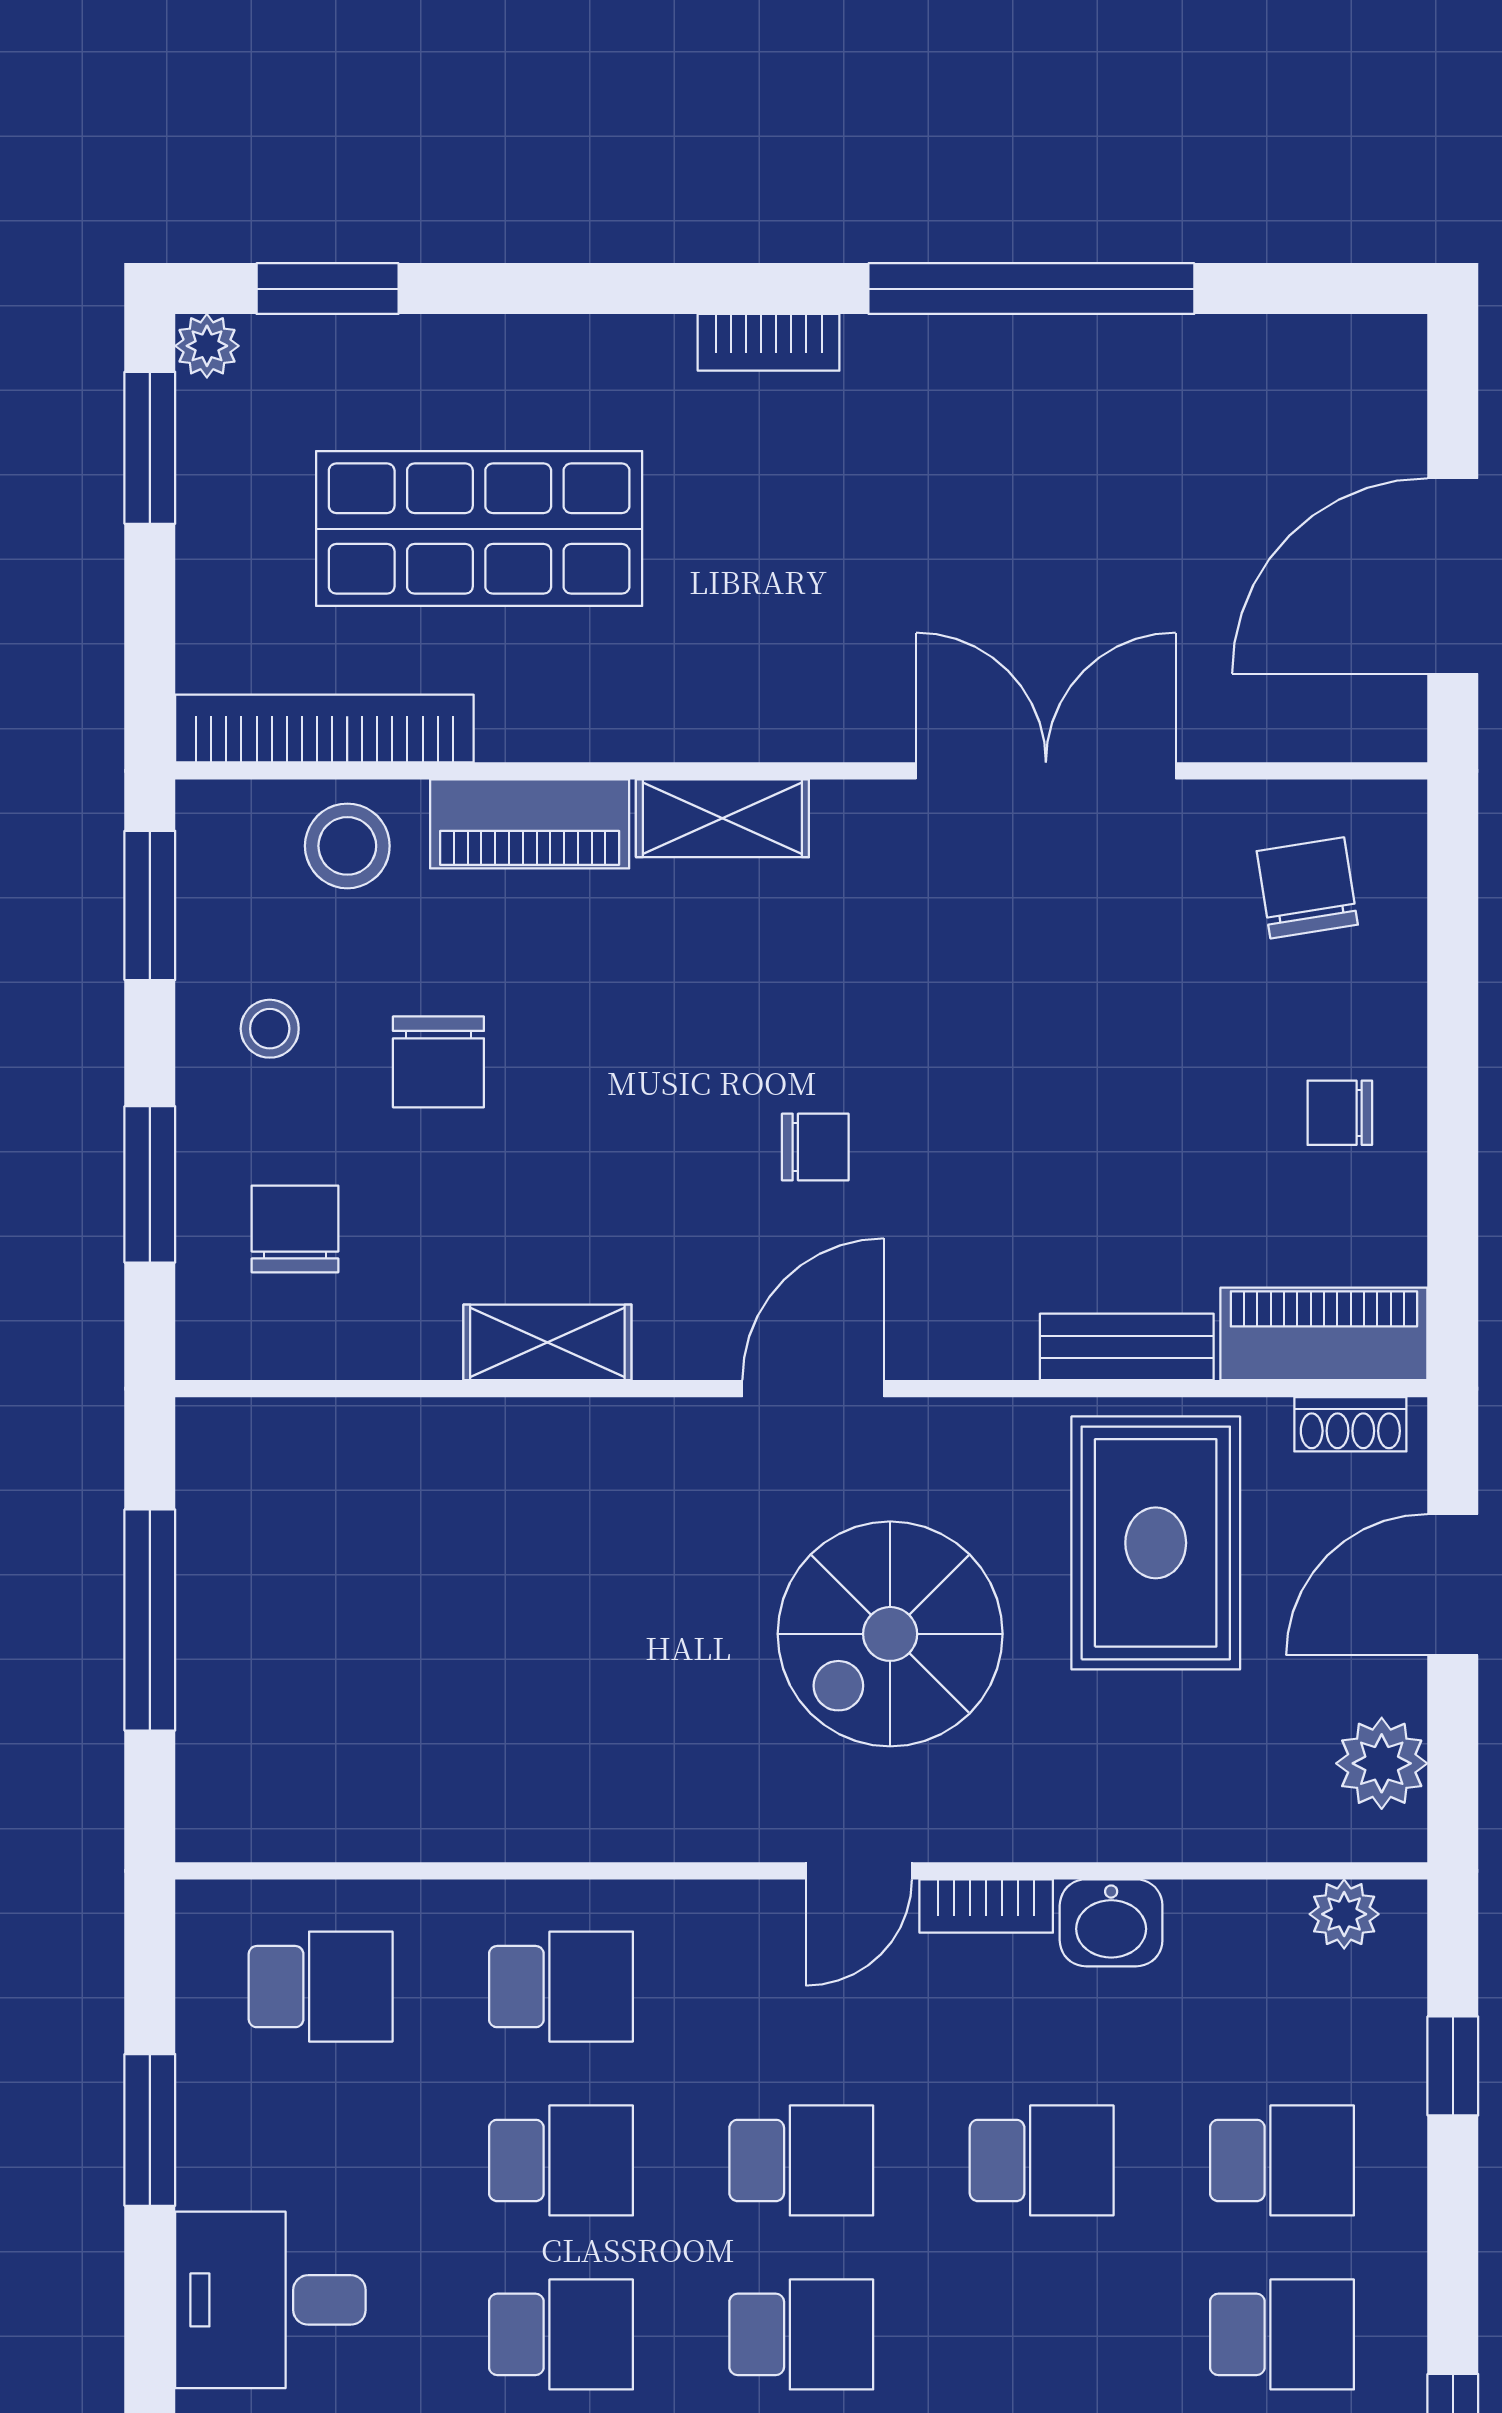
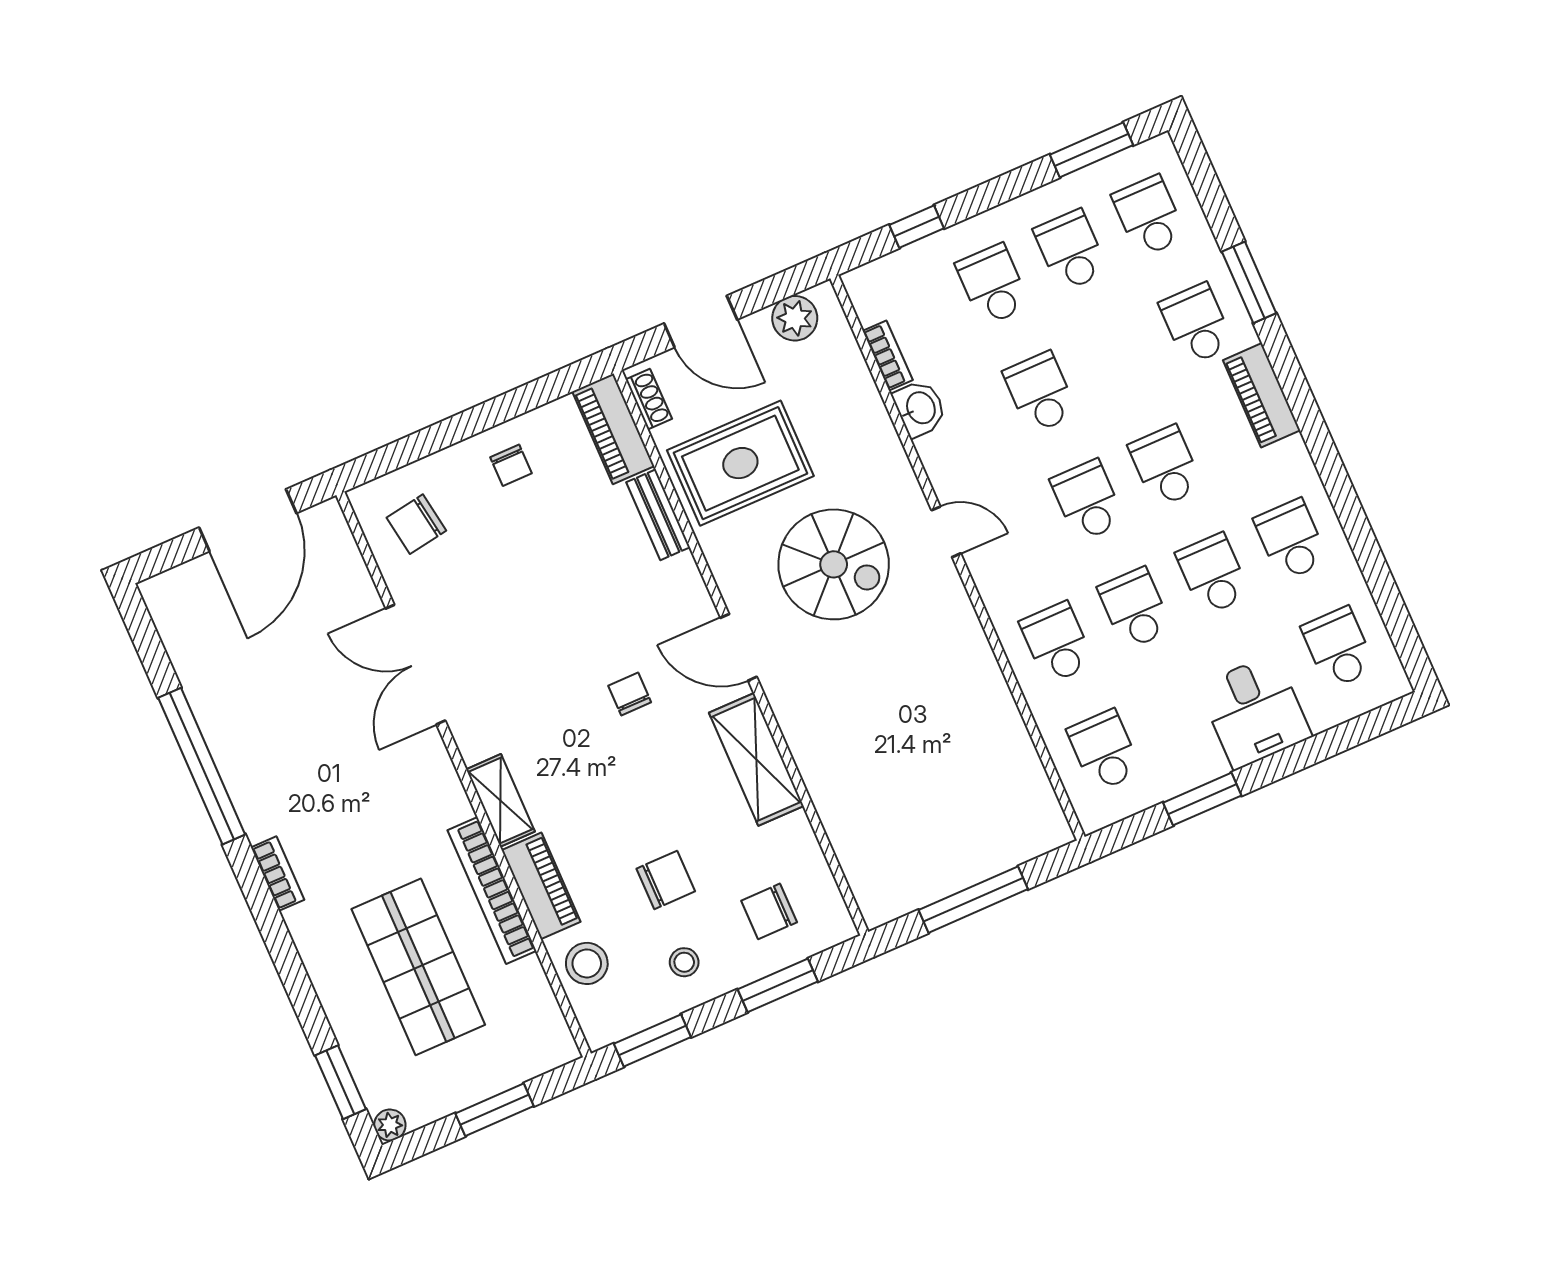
window: (150, 448) -> (495, 1110), moved
door: (1453, 576) -> (248, 520), hinge flipped
bookcase: (324, 729) -> (492, 890), moved
shelving: (547, 1342) -> (756, 759), width x1.50, depth x1.33
bookcase: (986, 1906) -> (888, 356), moved
plant: (1344, 1914) -> (870, 305), removed

